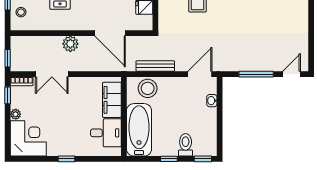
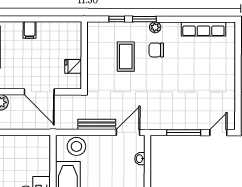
bench: (155, 66) -> (97, 124), moved
filing cabinet: (112, 100) -> (41, 158), removed

